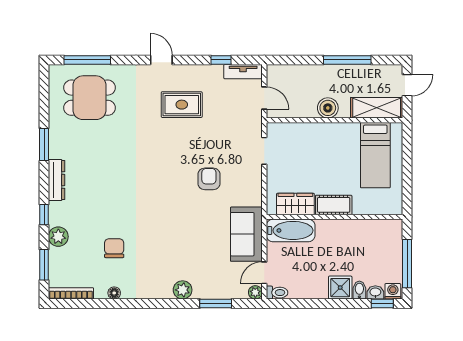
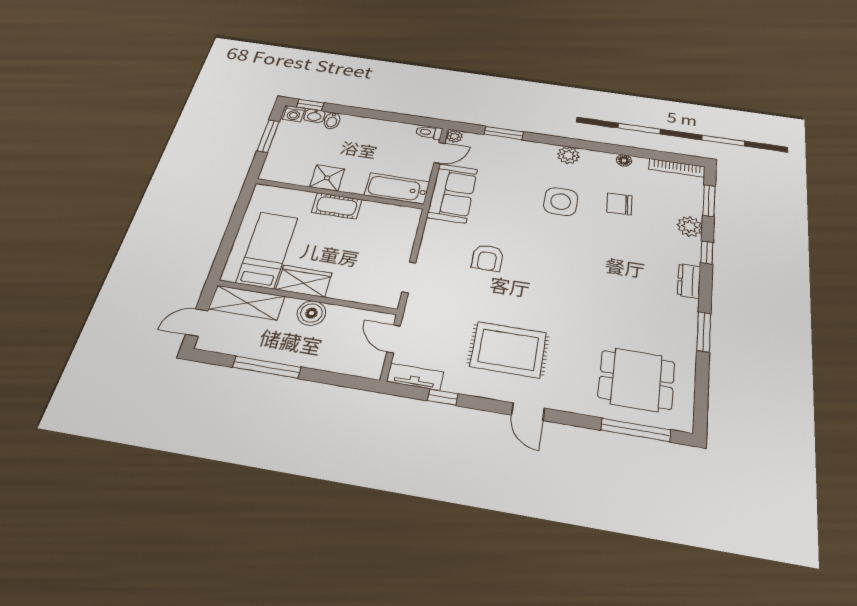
rug: (182, 105) -> (508, 350), width x1.36, depth x1.43
dresser: (57, 180) -> (689, 281), width x0.70
wardrobe: (295, 204) -> (304, 281), moved, turned 180
side table: (160, 242) -> (561, 202), added
chair: (114, 248) -> (619, 204), turned 87
window: (407, 264) -> (268, 136), width x0.69
shower: (340, 288) -> (327, 178), moved
plant: (183, 290) -> (568, 155), moved

